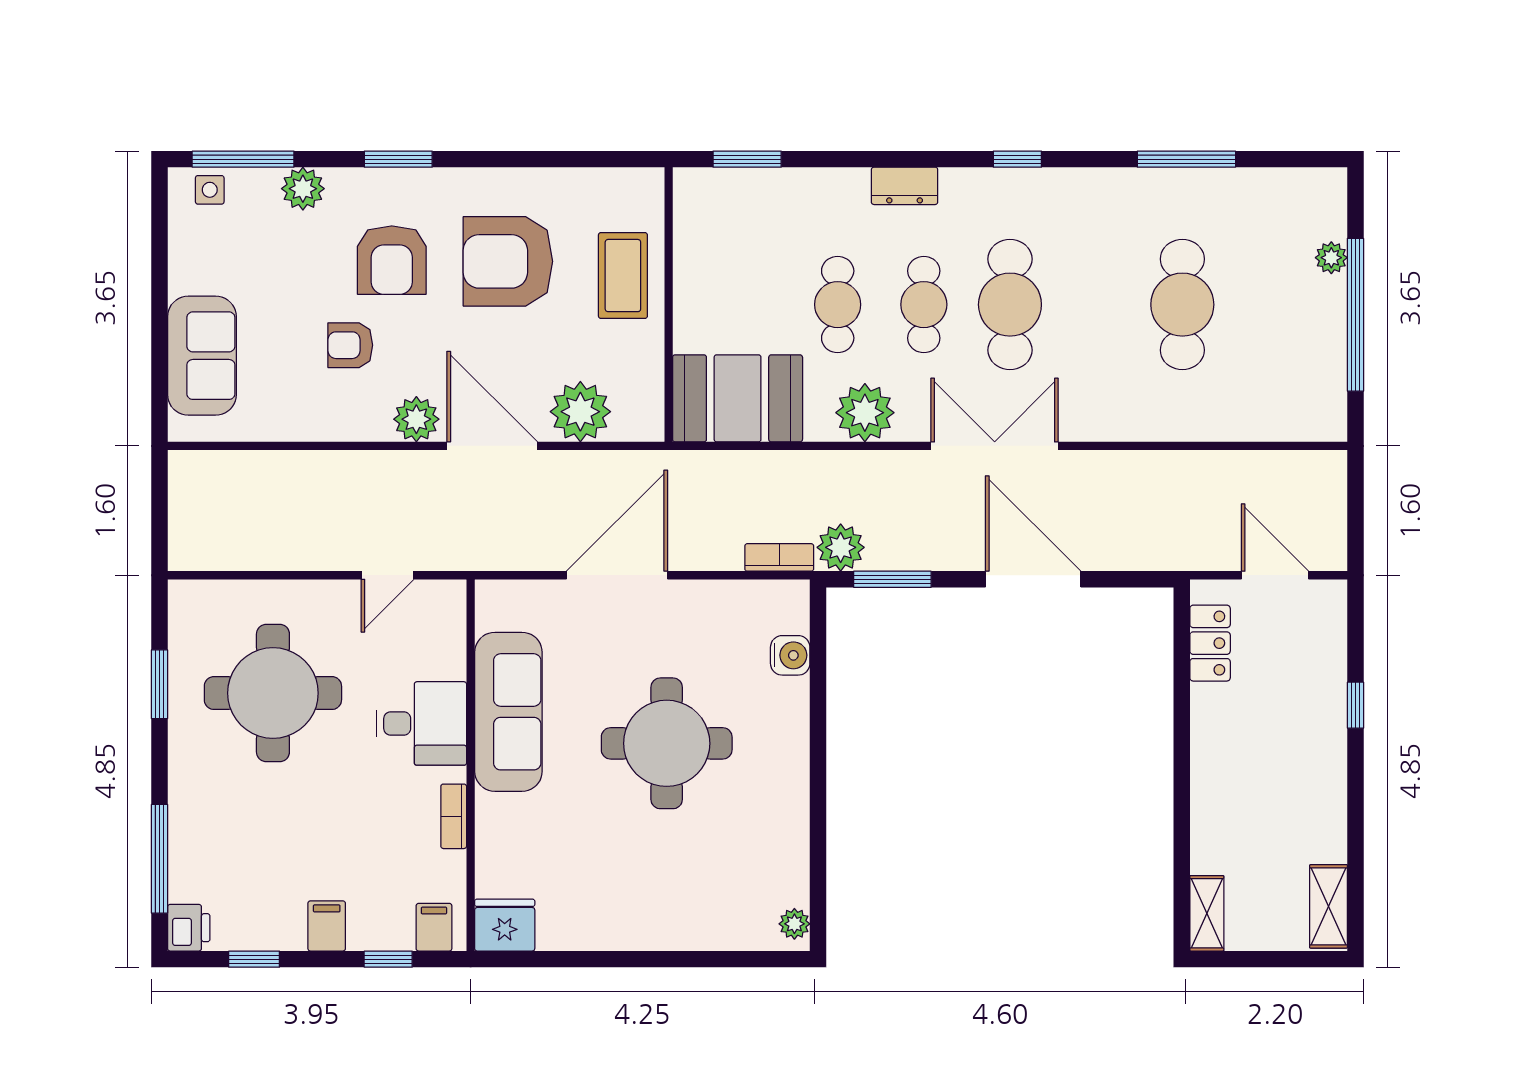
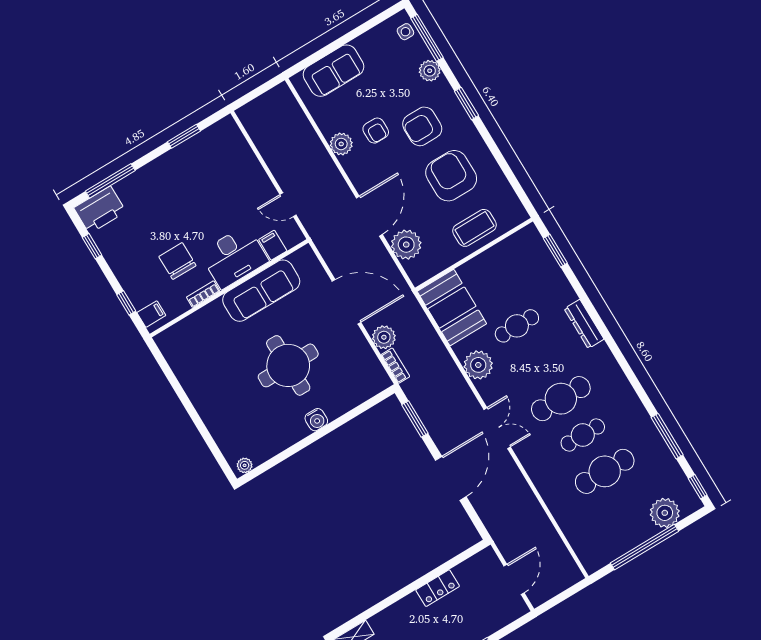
window: (1017, 159) -> (698, 487), moved
dresser: (905, 186) -> (584, 324), width x1.44
plant: (1331, 258) -> (665, 513), width x1.88, depth x1.88
cafe table: (924, 305) -> (583, 435), moved
armchair: (350, 345) -> (376, 131), turned 180
plant: (416, 419) -> (341, 144), moved
double door: (995, 446) -> (497, 428), width x0.73
plant: (841, 547) -> (384, 337), moved
locker: (1210, 643) -> (438, 588), moved
water cooler: (790, 655) -> (316, 420), moved
round table: (273, 693) -> (209, 186), removed
desk: (422, 723) -> (234, 257), width x1.37
chair: (369, 826) -> (177, 261), added
fridge: (505, 925) -> (170, 343), removed
filing cabinet: (327, 926) -> (273, 245), moved, turned -90
printer: (189, 928) -> (100, 210), width x1.87, depth x1.48

